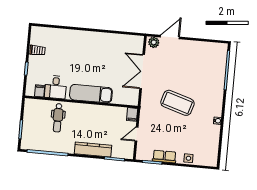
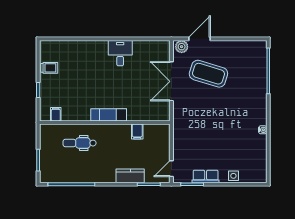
desk: (56, 87) -> (120, 53), moved, turned 180
exam couch: (91, 94) -> (109, 115), width x0.73, depth x0.69
coffee table: (177, 103) -> (208, 74), moved
filing cabinet: (132, 114) -> (137, 132), moved
dental chair: (58, 118) -> (80, 143), turned 90
door: (136, 134) -> (171, 169), moved
kitchen counter: (93, 150) -> (130, 176), width x0.67

